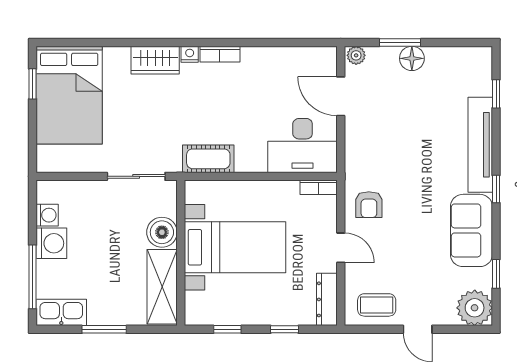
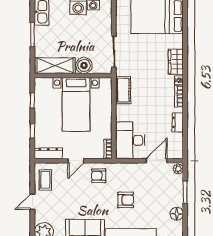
dresser: (269, 56) -> (178, 122), added
floor lamp: (412, 58) -> (177, 214), moved
armchair: (414, 154) -> (126, 200), added

